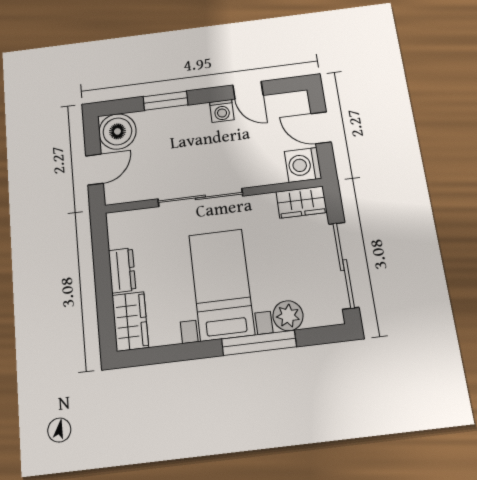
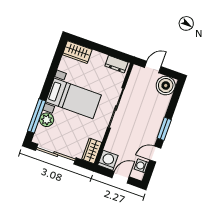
window: (166, 101) -> (164, 129), moved
washing machine: (222, 111) -> (141, 166), moved
door: (94, 169) -> (153, 67), swing flipped
dresser: (122, 270) -> (116, 64), moved
window: (259, 343) -> (37, 116), moved

